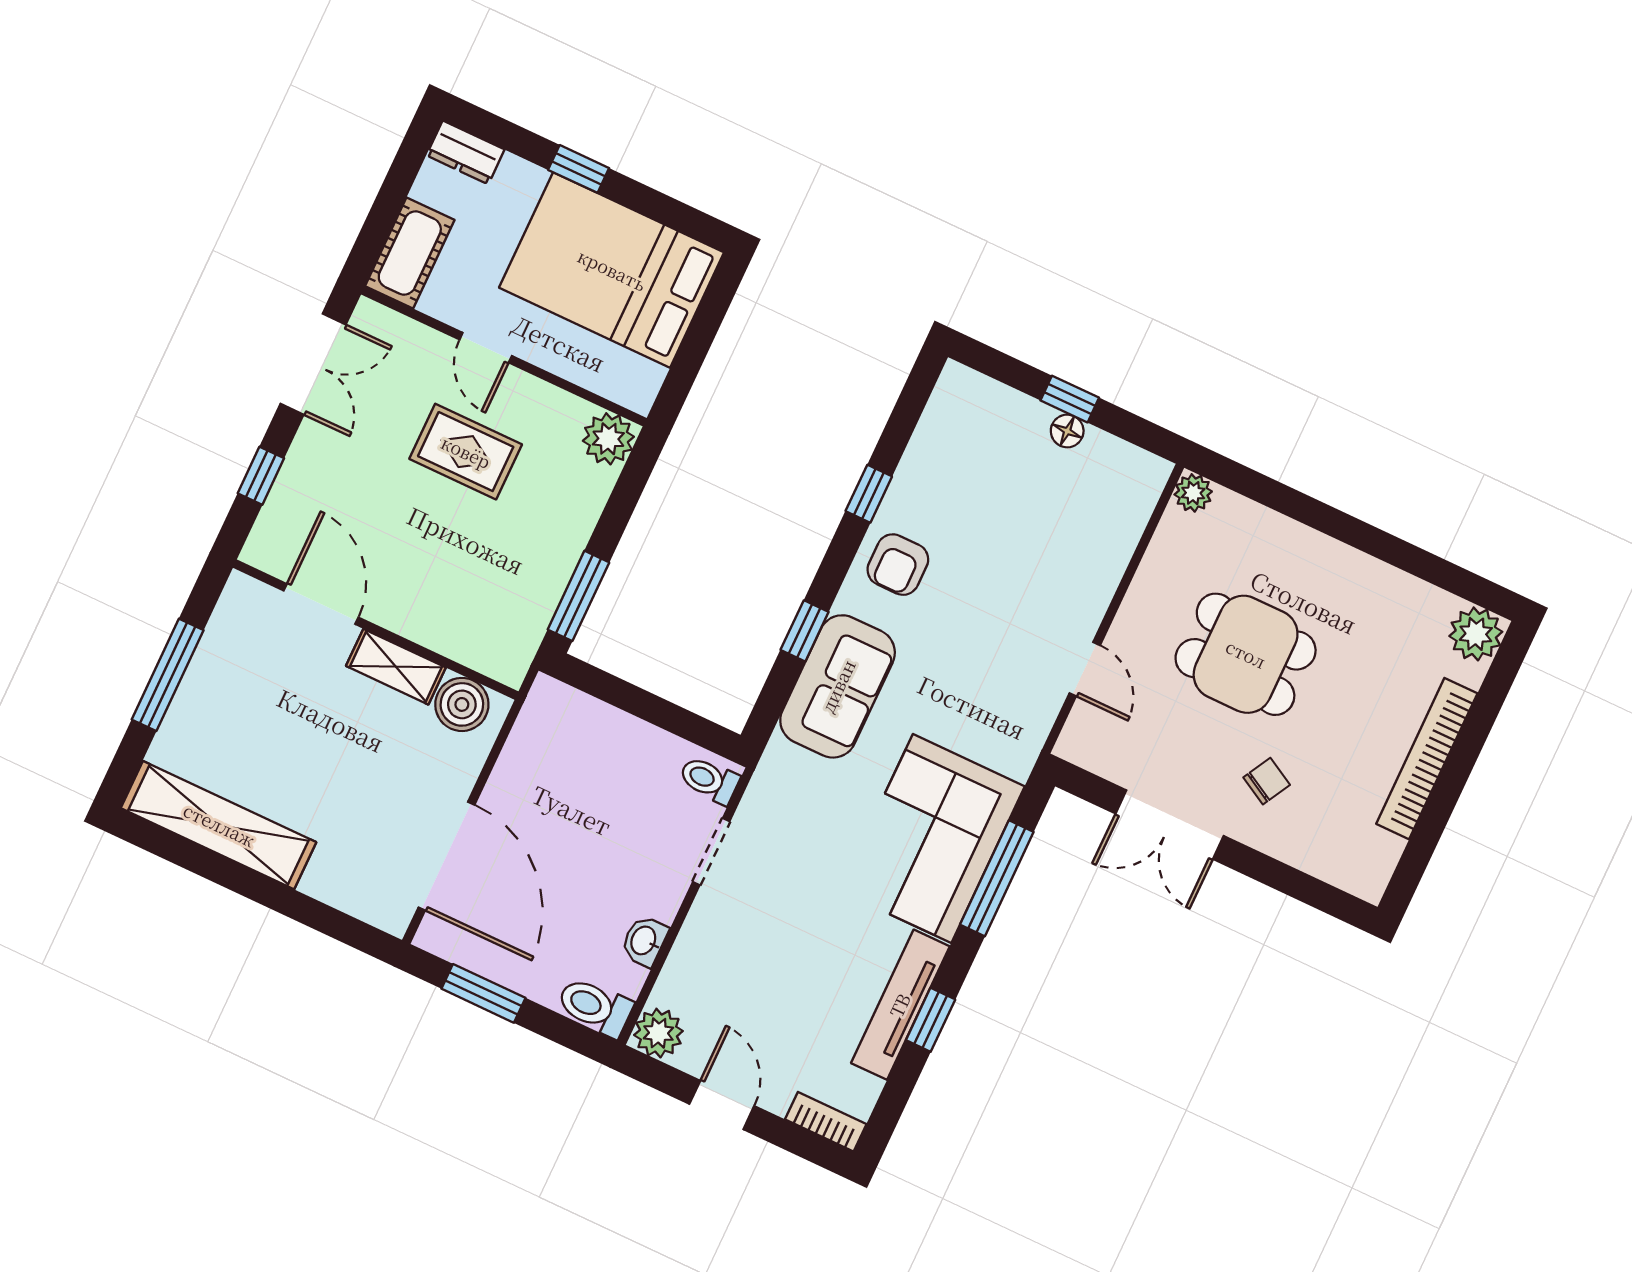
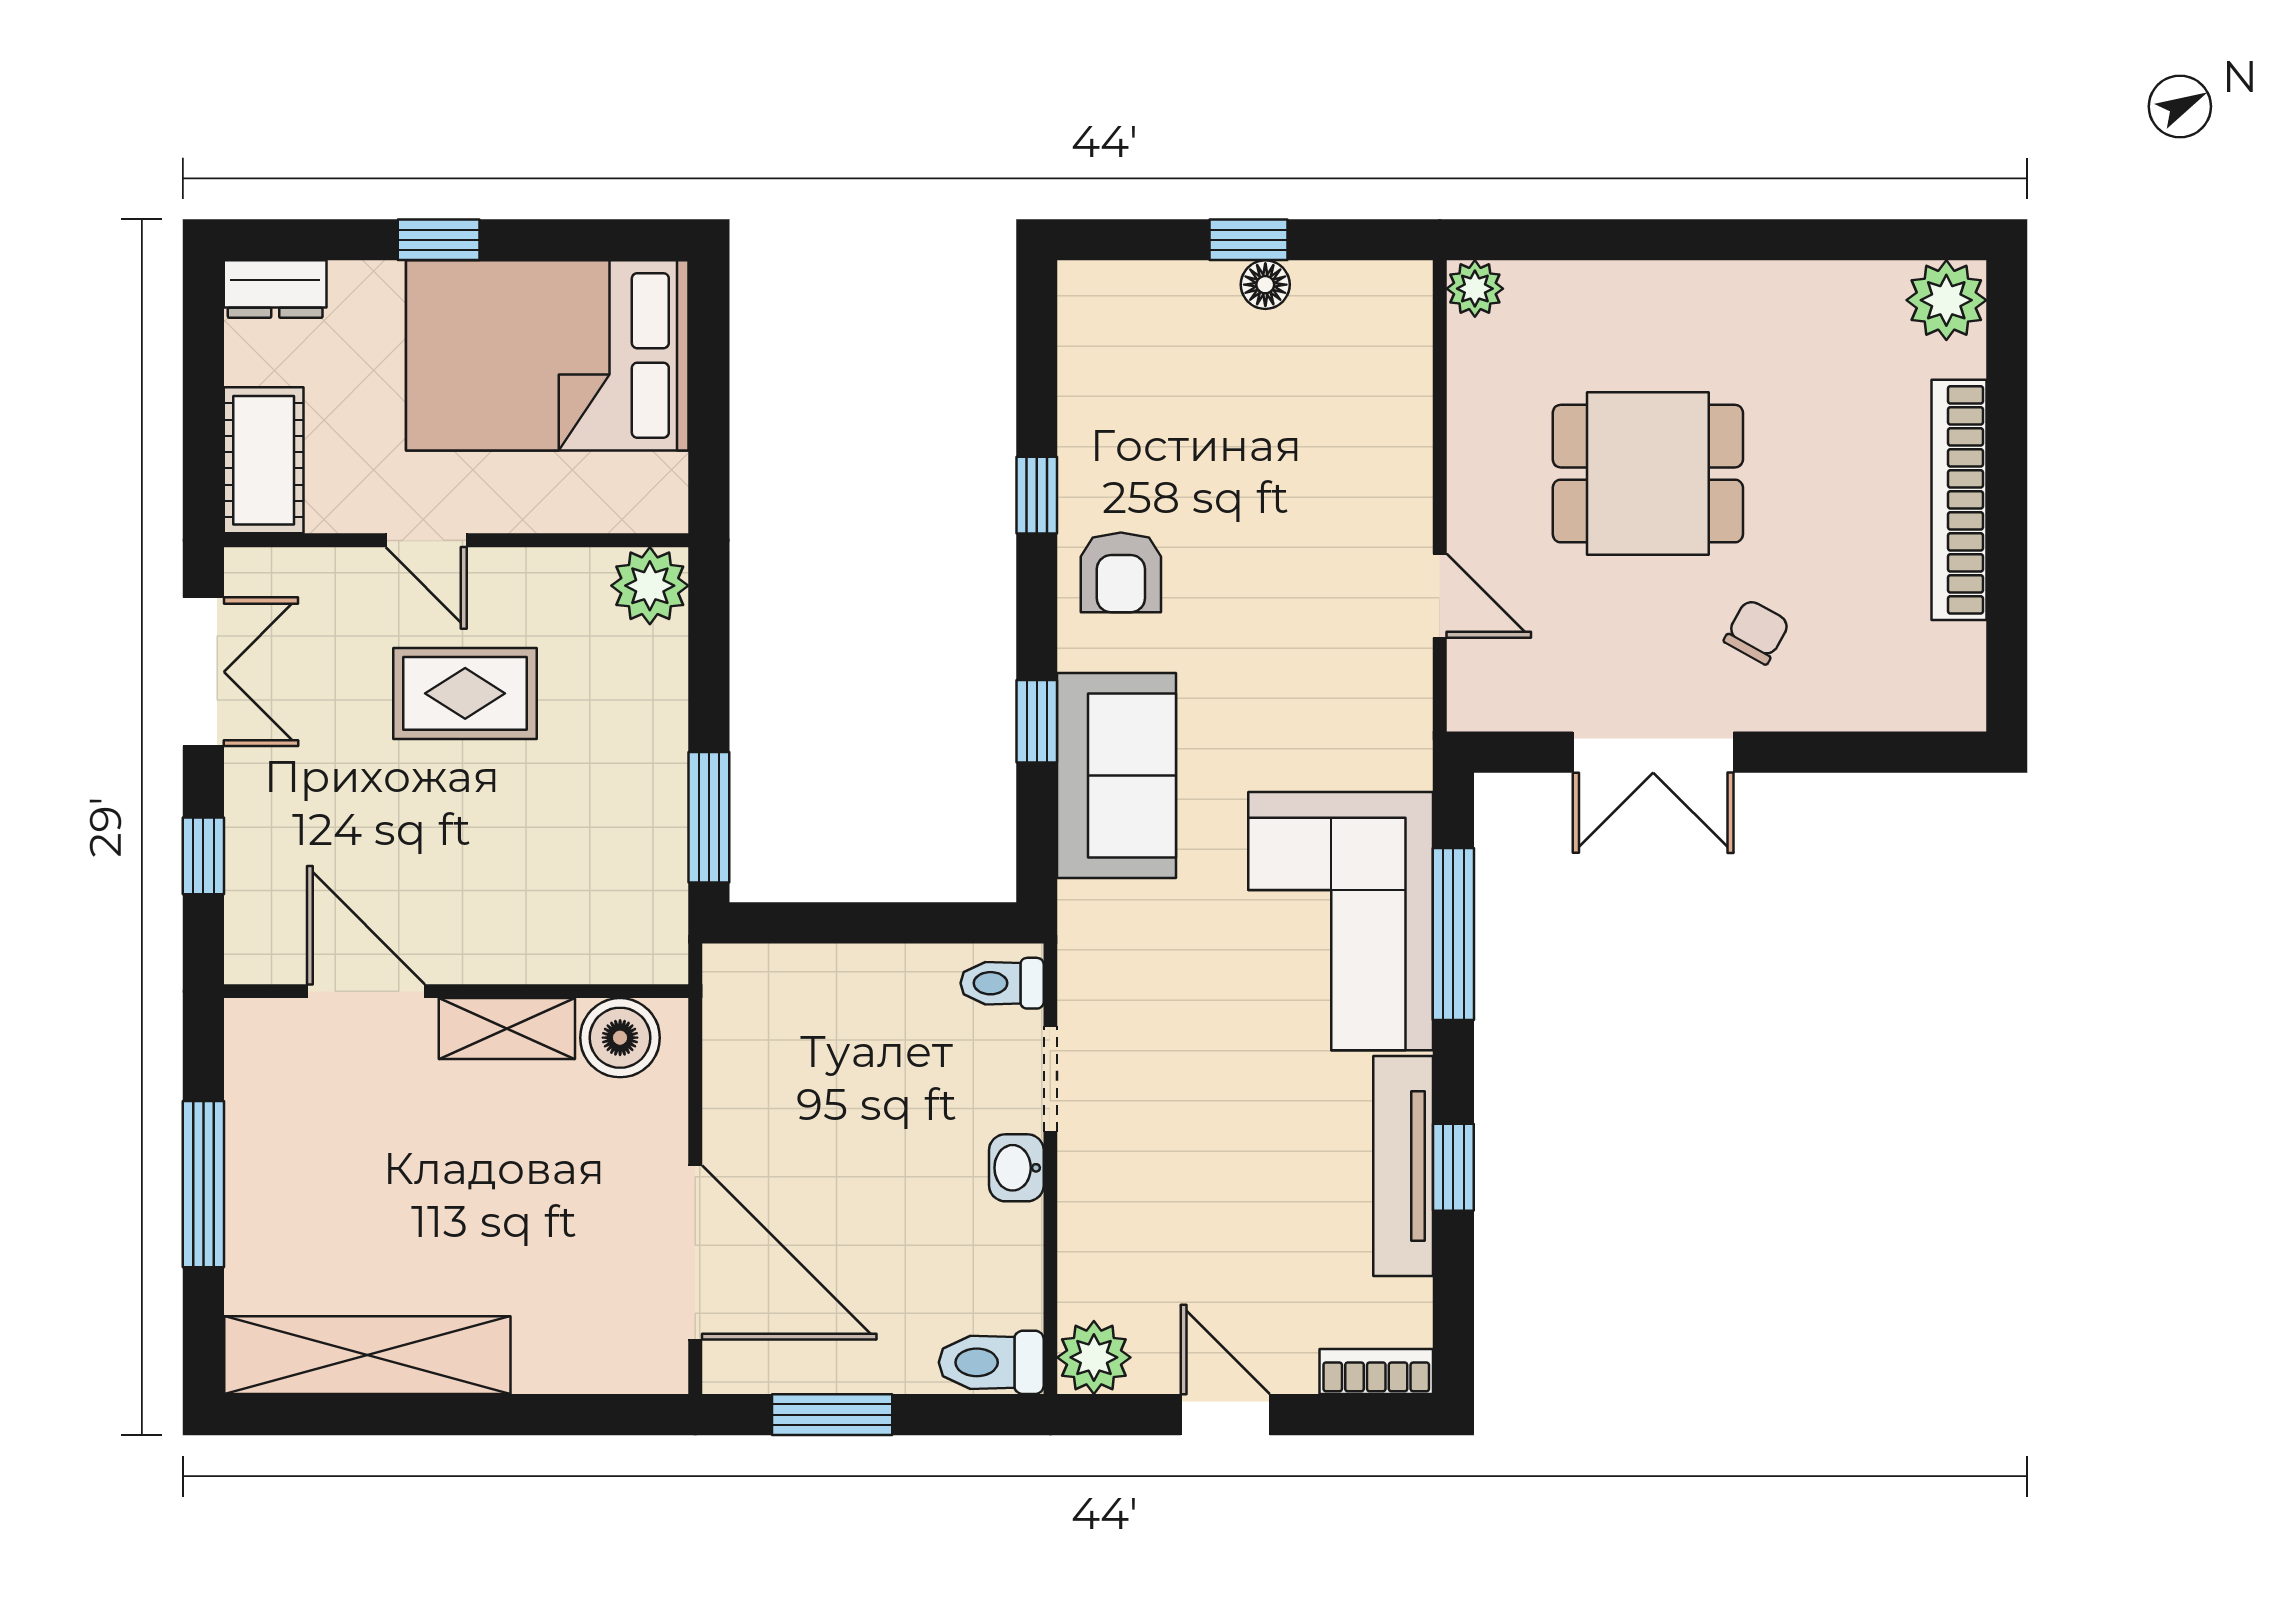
washbasin: (644, 941) -> (1016, 1168), moved

